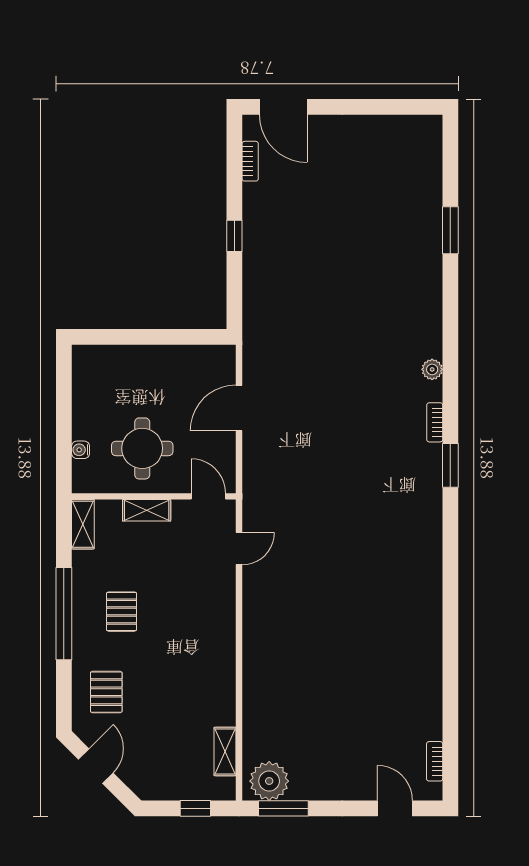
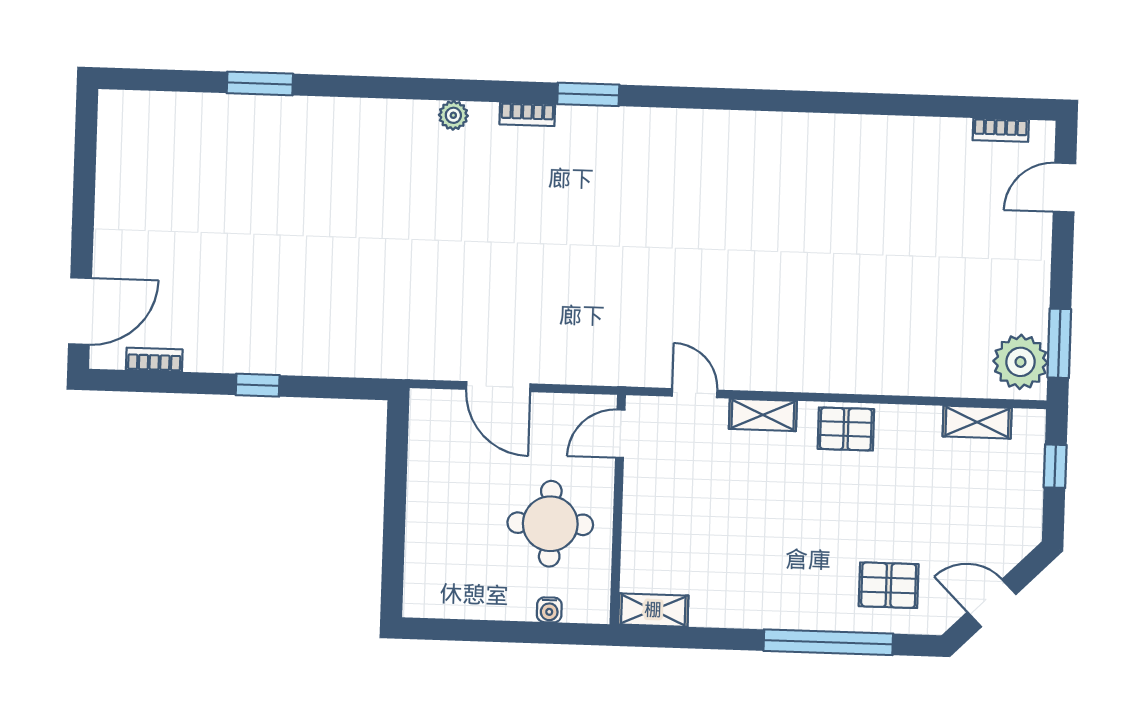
shelving: (147, 510) -> (763, 415), moved, turned 90
pallet: (122, 612) -> (846, 429), moved
window: (64, 614) -> (828, 642), moved

